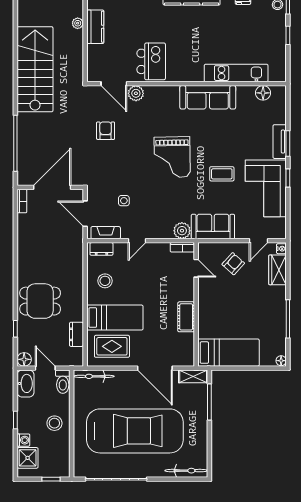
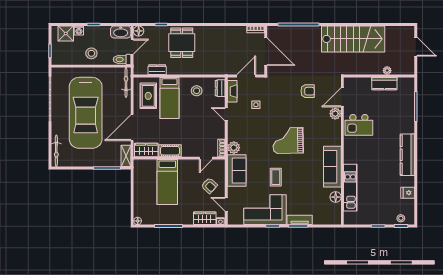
floor lamp: (263, 93) -> (336, 197), moved
wardrobe: (185, 349) -> (146, 150), added
bed: (228, 353) -> (167, 182), moved

